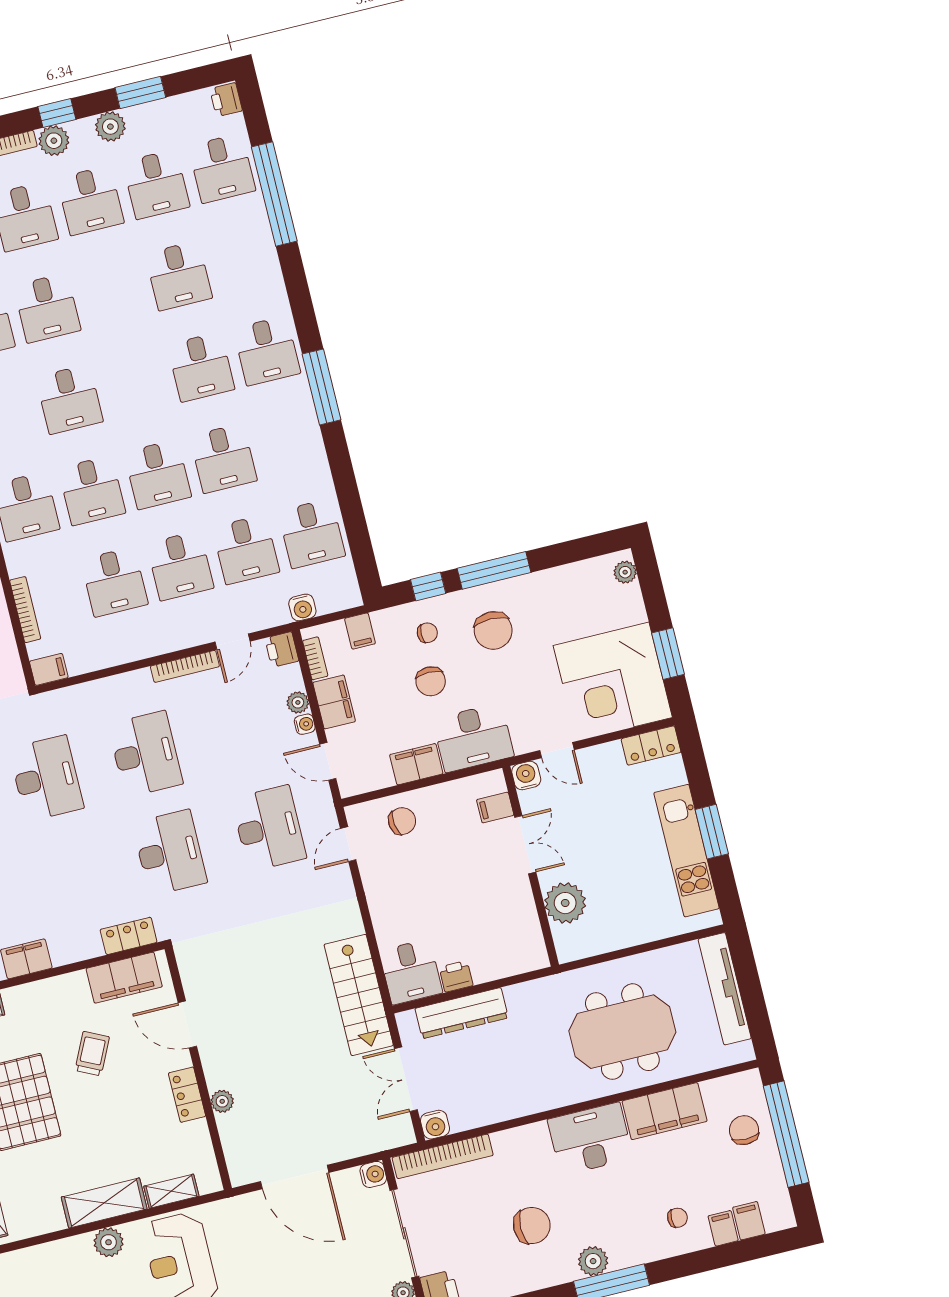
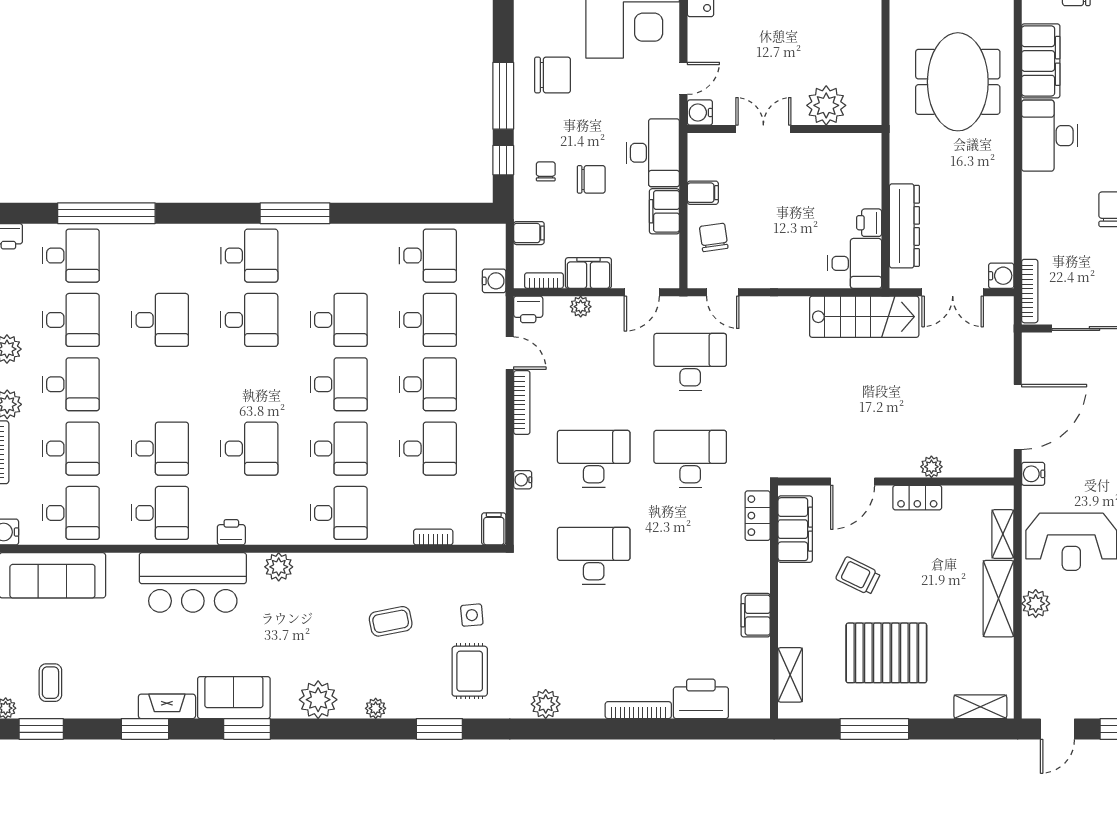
bookcase: (25, 610) -> (433, 537), width x0.64
chair: (493, 630) -> (553, 75), moved
water cooler: (305, 724) -> (523, 480), moved, turned -90
filing cabinet: (495, 807) -> (703, 193), moved, turned -90
bookcase: (443, 1156) -> (1030, 291), width x0.68, depth x0.76
water cooler: (373, 1174) -> (1033, 474), moved, turned -90

